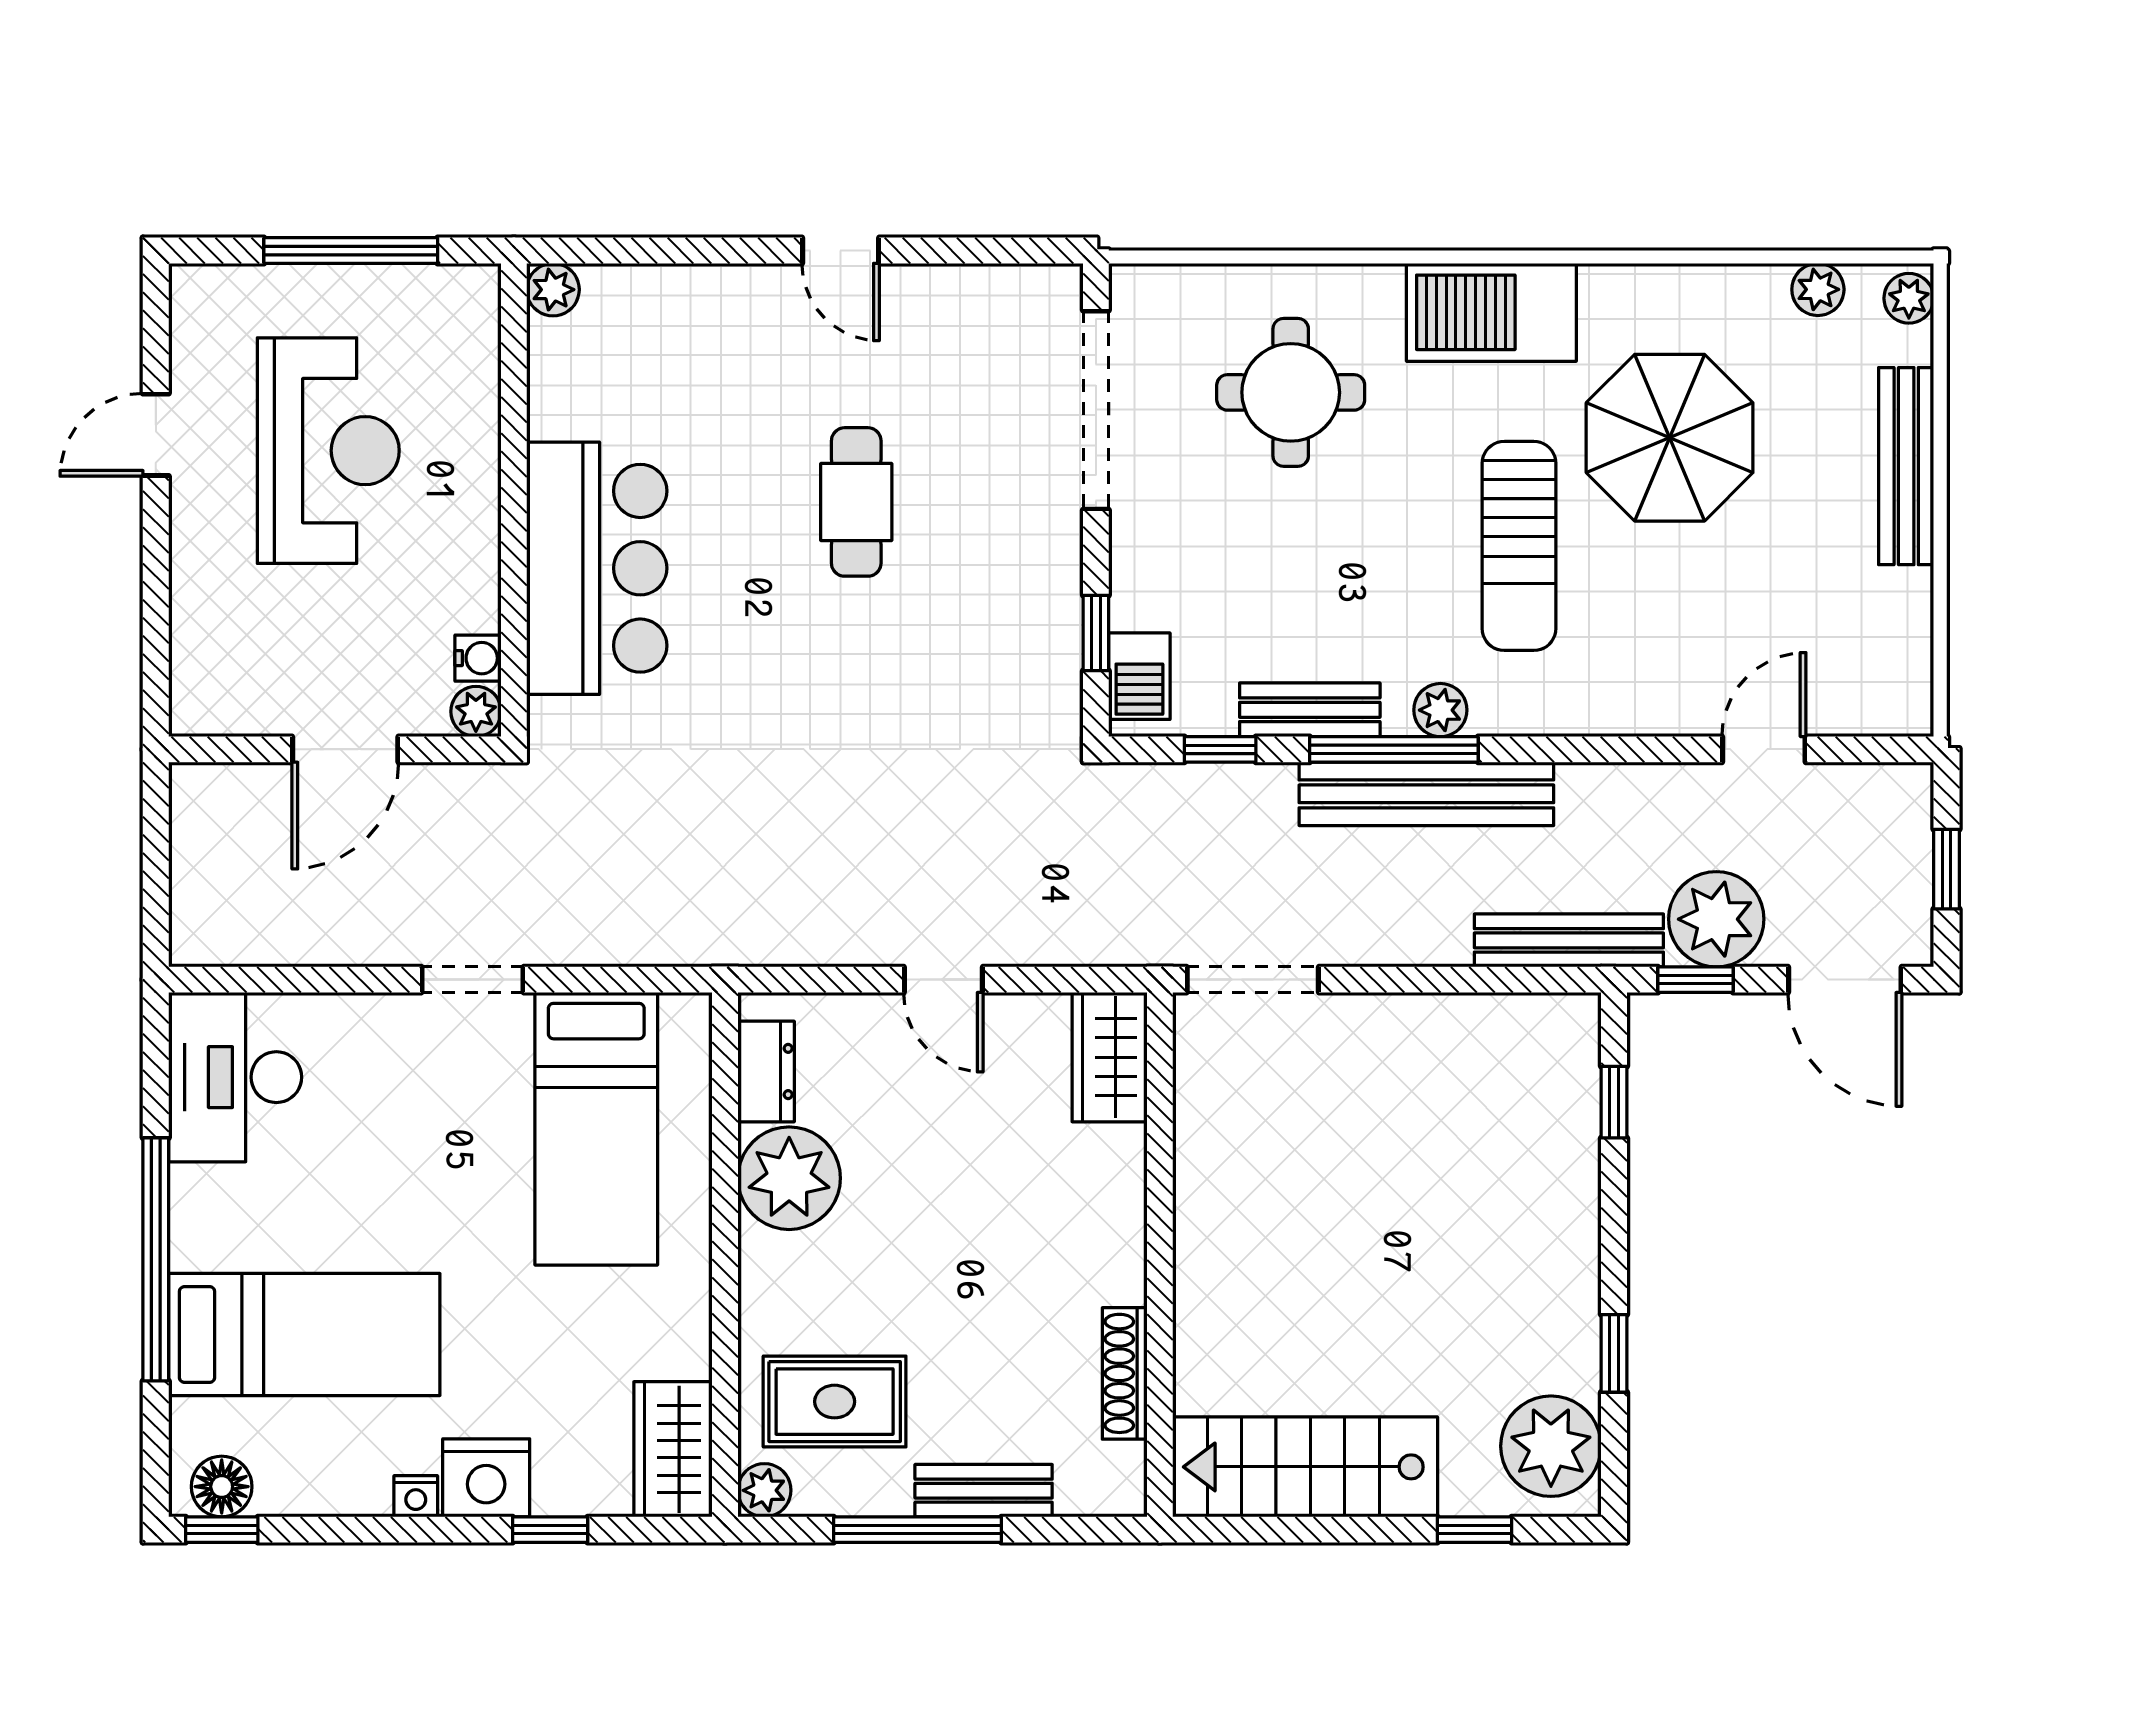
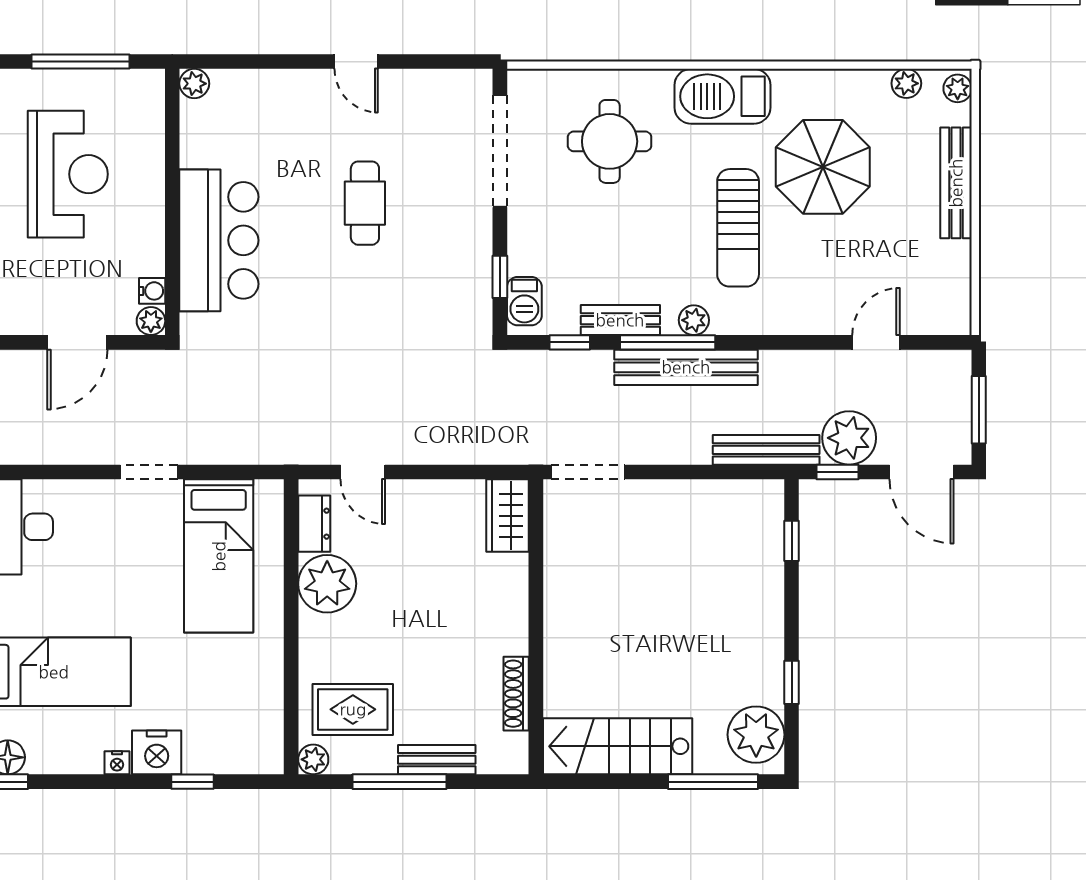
window: (1947, 869) -> (979, 410), width x1.50
door: (943, 980) -> (363, 472), moved
wardrobe: (673, 1449) -> (262, 736), removed
window: (1475, 1530) -> (713, 782), width x2.17

